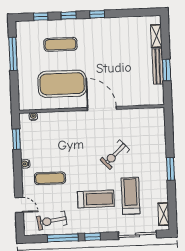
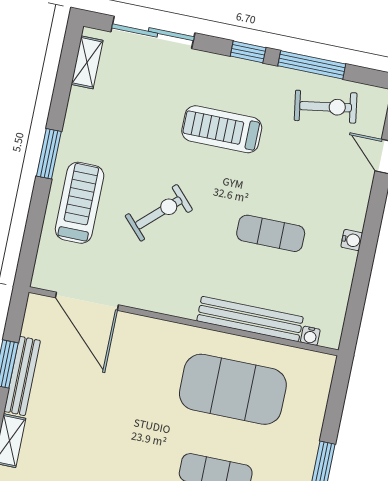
door: (102, 108) -> (87, 301), moved
bench: (62, 117) -> (250, 319), added
window: (16, 139) -> (358, 296), removed
exercise mat: (50, 178) -> (271, 233), moved
treadmill: (131, 196) -> (80, 203), moved, turned 180

